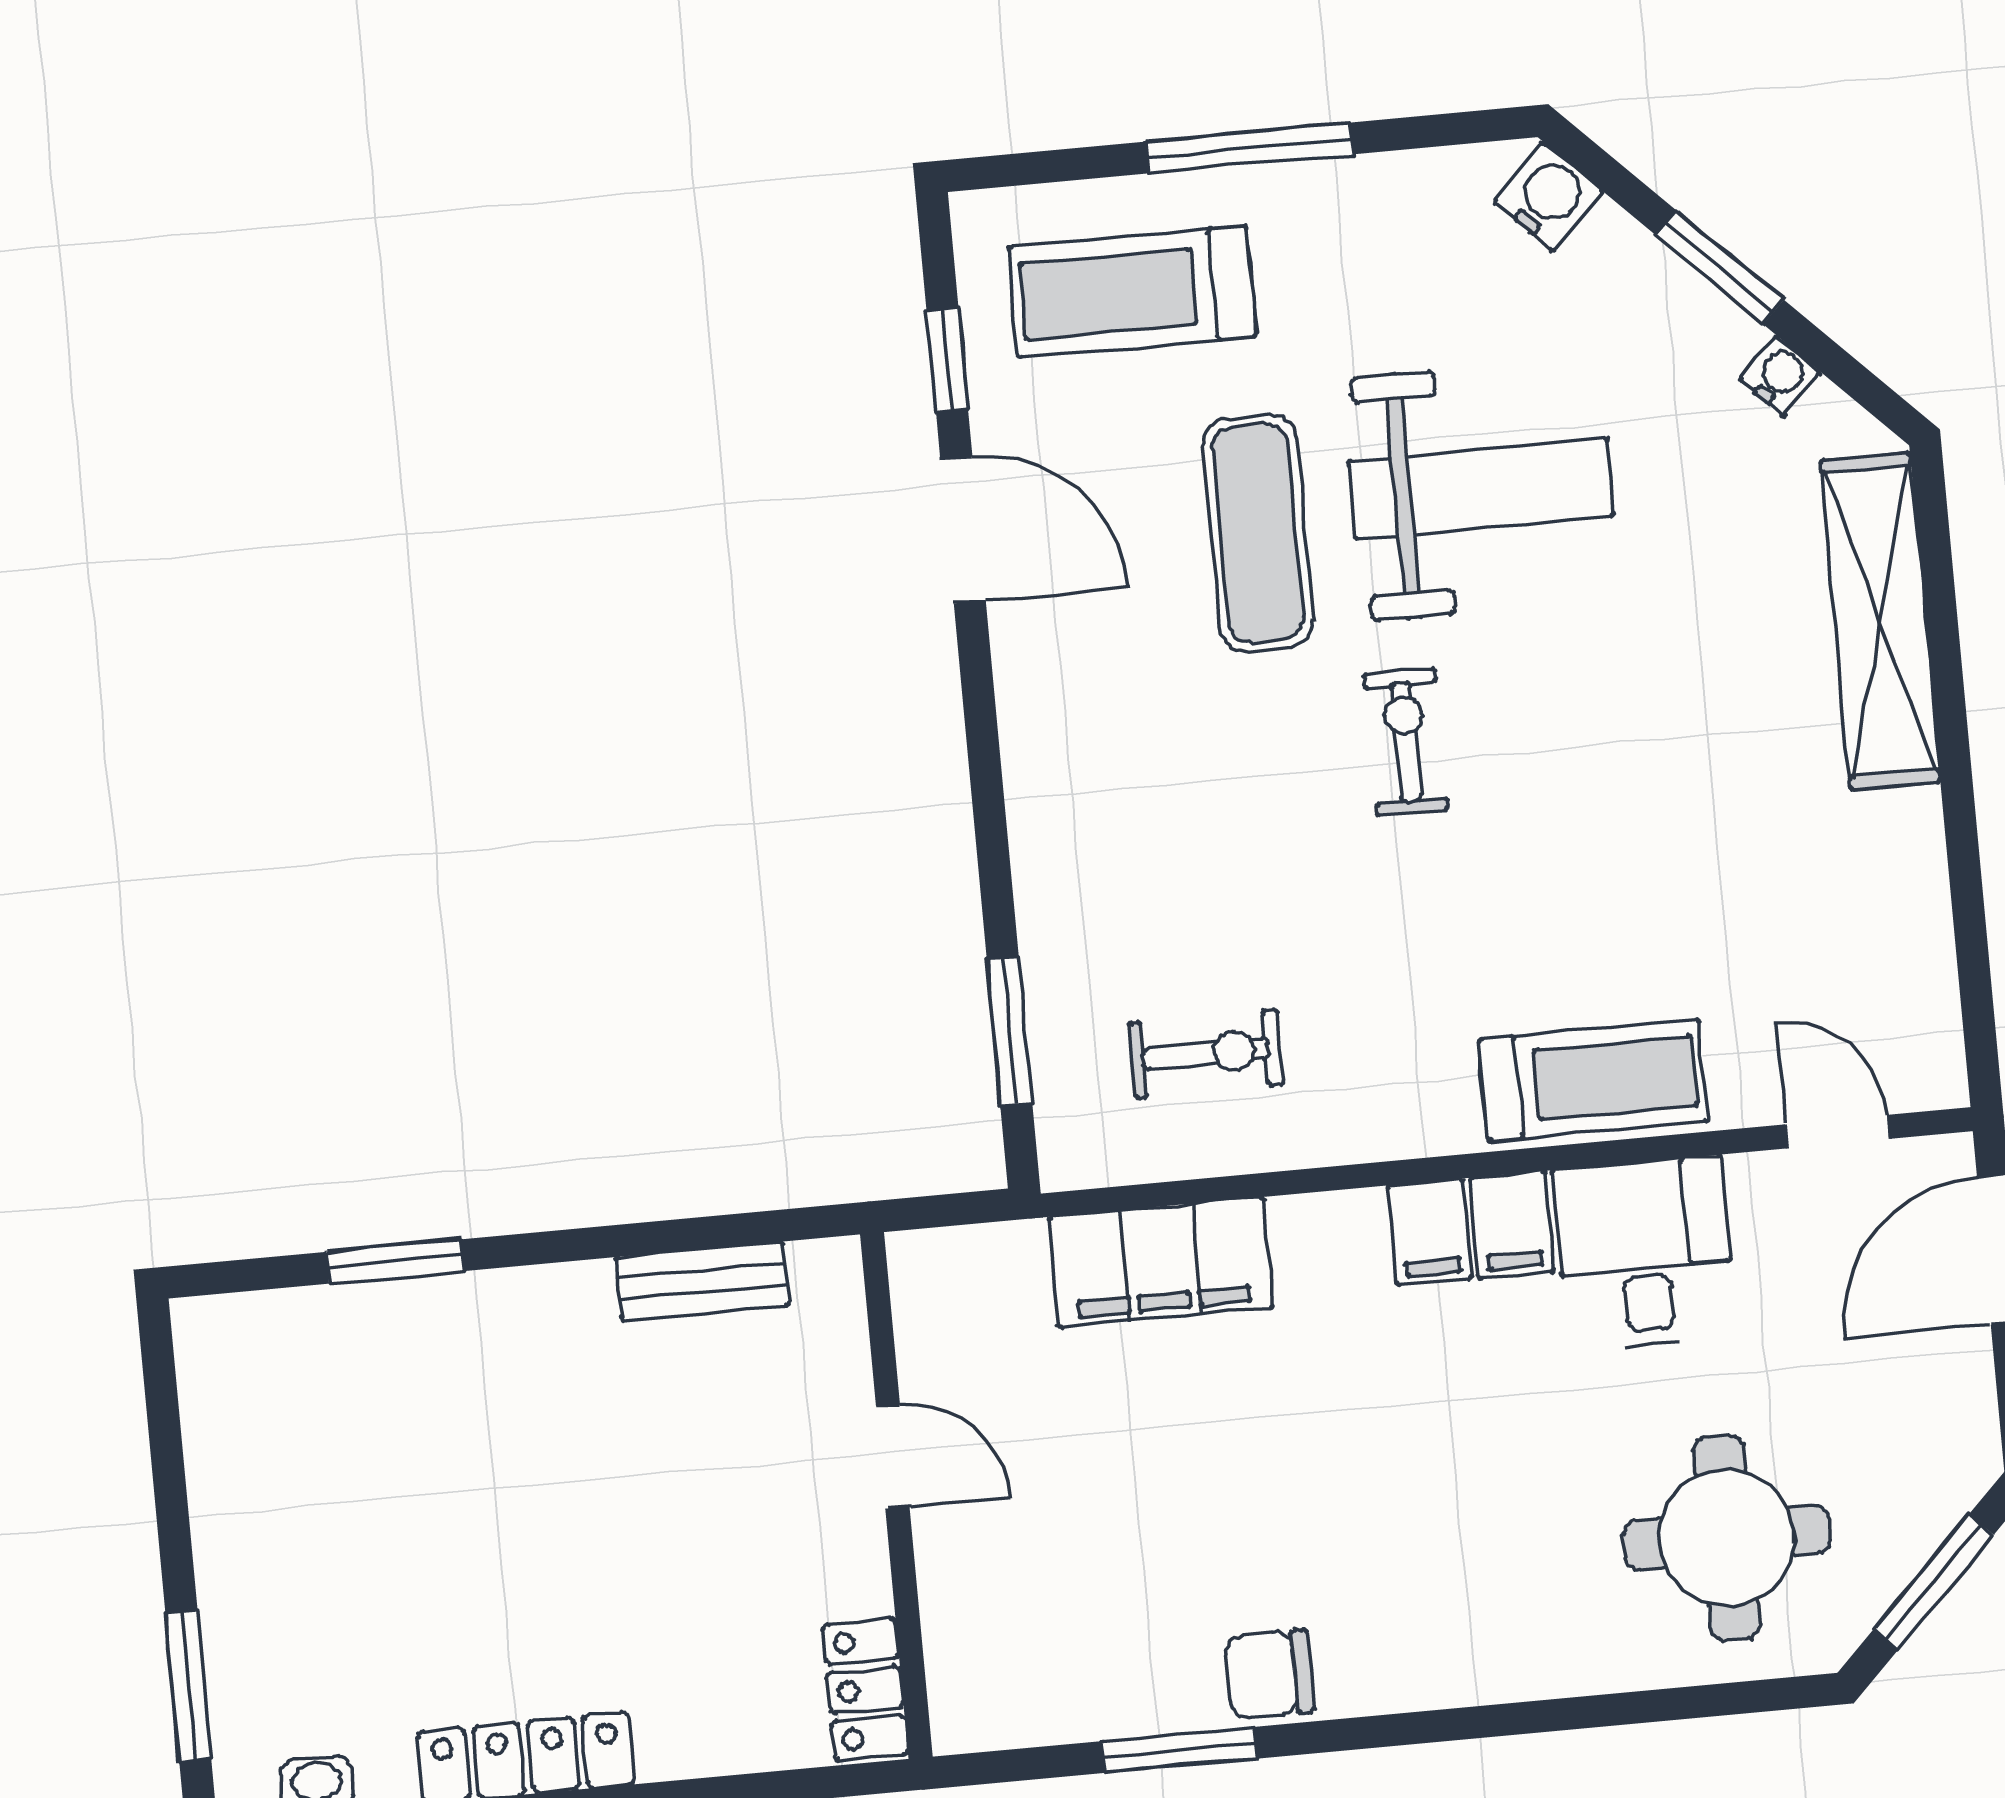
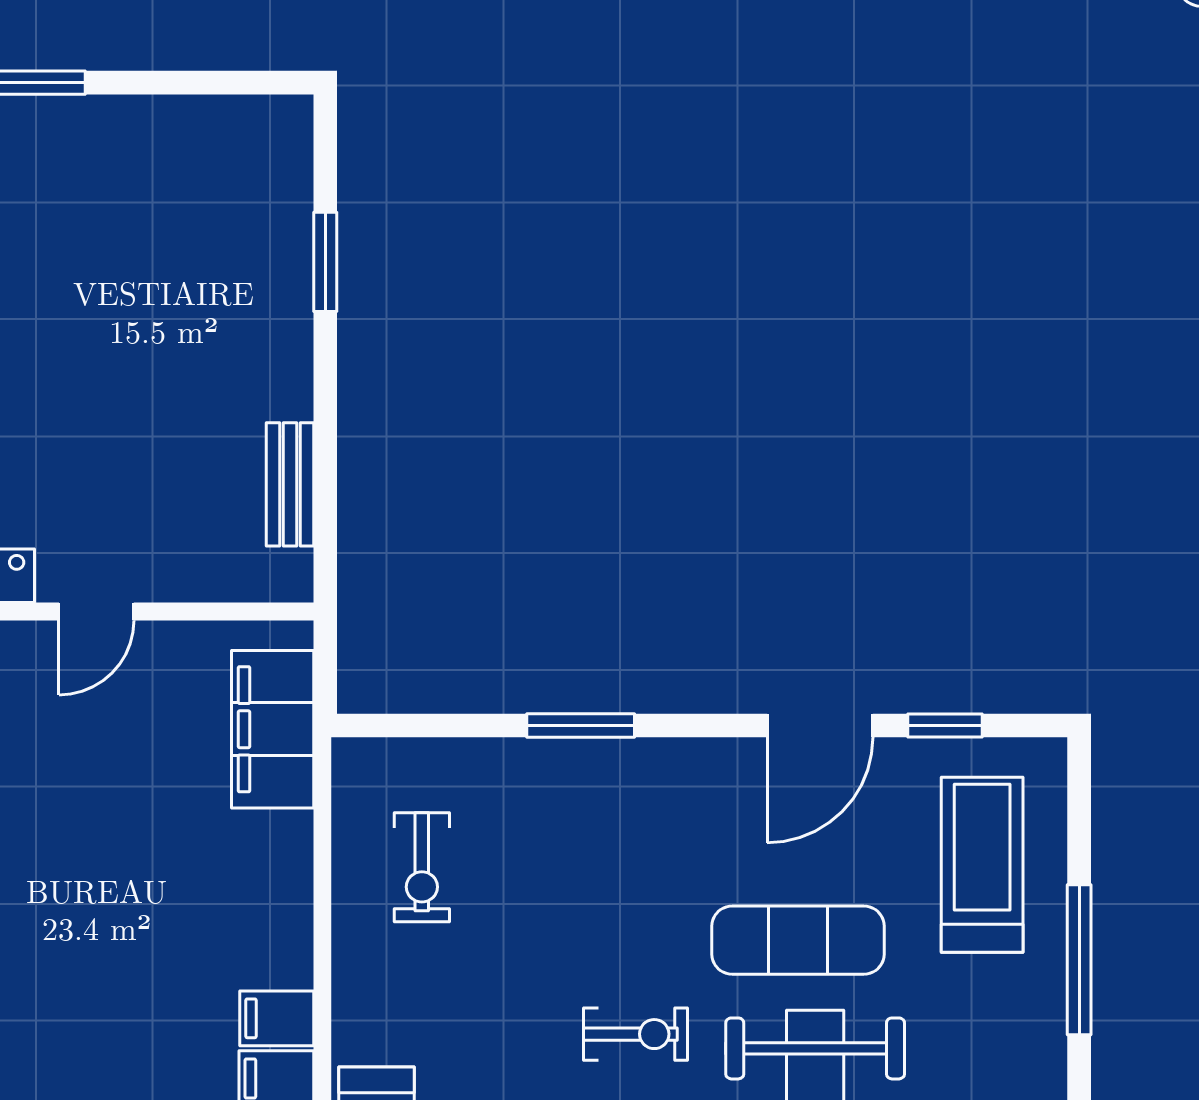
window: (1010, 1031) -> (581, 725), moved
filing cabinet: (1161, 1263) -> (273, 729), moved
door: (893, 1457) -> (96, 611), moved

